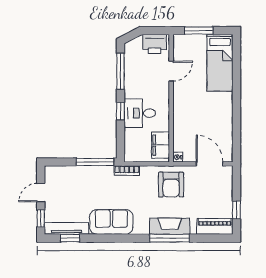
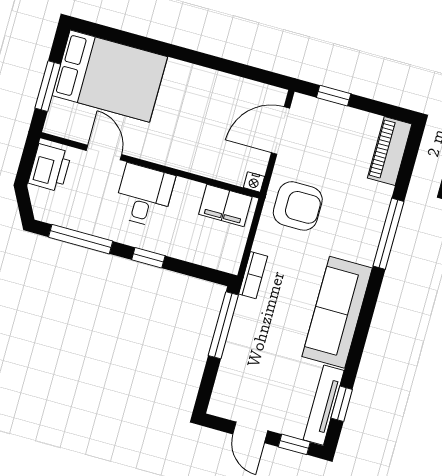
bed: (220, 63) -> (110, 76), width x1.50
desk: (140, 113) -> (144, 196), moved, turned 180
window: (236, 210) -> (334, 96), moved
sofa: (111, 222) -> (337, 312), width x1.36
fireplace: (170, 226) -> (368, 228), removed

